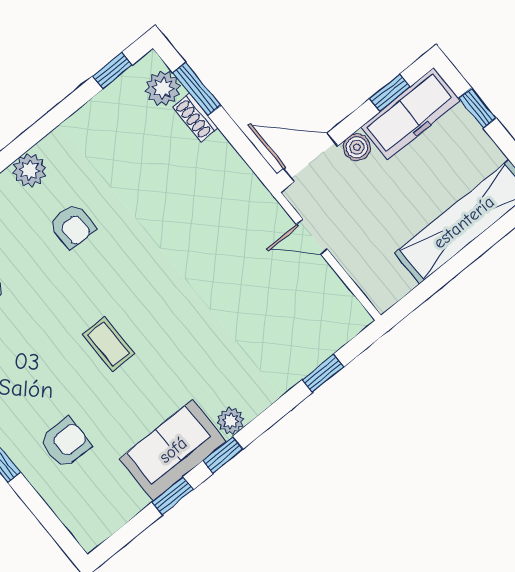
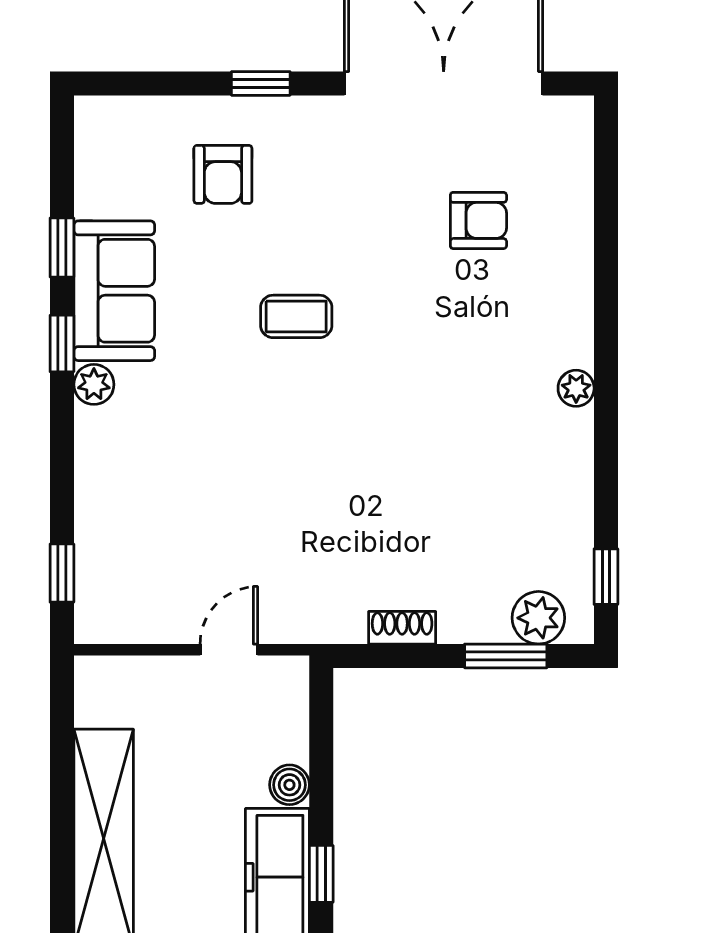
shoe rack: (195, 117) -> (402, 628), moved
door: (311, 157) -> (321, 723), removed
plant: (30, 170) -> (576, 388), width x0.73, depth x0.73
armchair: (72, 226) -> (465, 385), removed
window: (323, 373) -> (62, 573), moved

